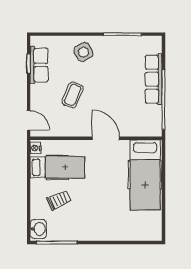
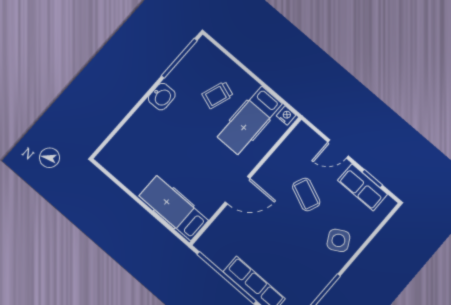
door: (29, 120) -> (338, 149), moved
hospital bed: (145, 175) -> (174, 208), width x0.73, depth x0.78
trolley: (59, 200) -> (218, 95), turned 43
washbasin: (38, 229) -> (162, 97), moved, turned -90

